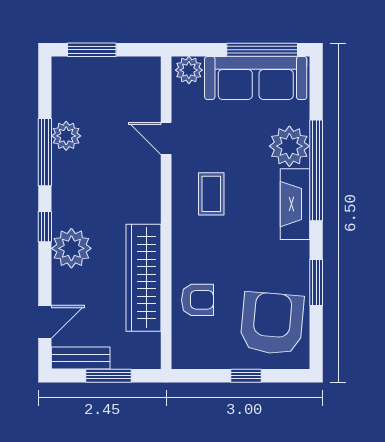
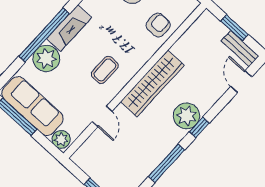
plant: (66, 136) -> (149, 162), removed
plant: (71, 248) -> (186, 116), moved
wardrobe: (144, 278) -> (152, 84), moved
armchair: (198, 300) -> (158, 25), turned 90
door: (45, 322) -> (241, 82), hinge flipped

